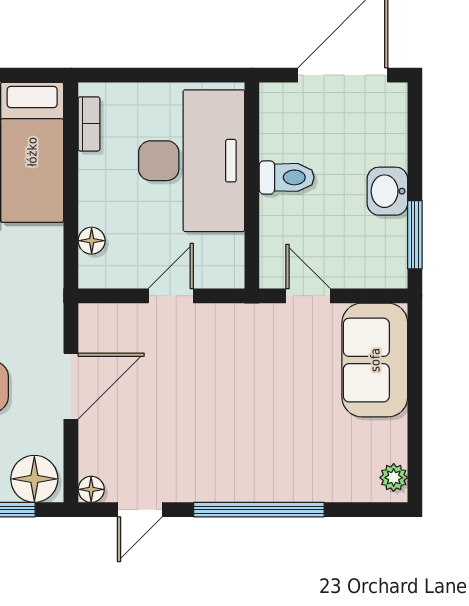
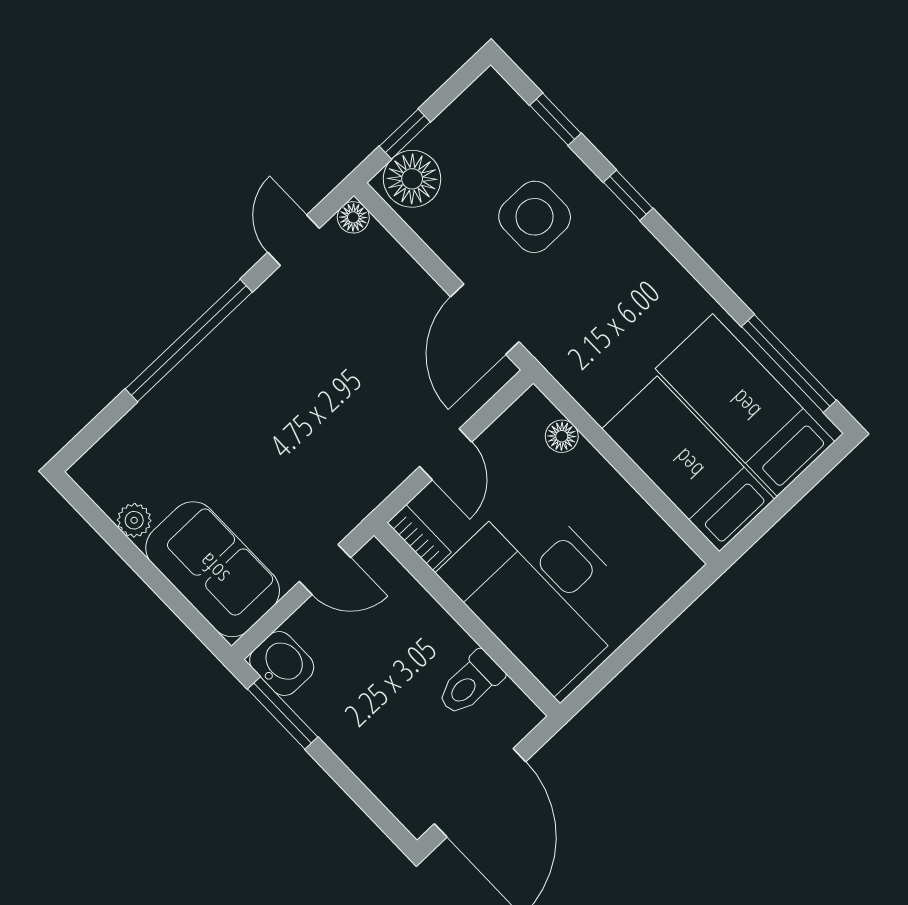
bookcase: (89, 124) -> (419, 537), moved, turned 180
toilet: (287, 177) -> (470, 683), moved
washbasin: (387, 191) -> (282, 664), moved
door: (71, 386) -> (485, 319), moved
plant: (394, 478) -> (134, 520), moved

